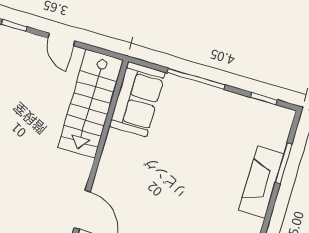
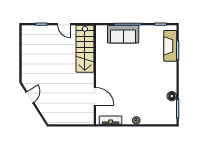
sofa: (137, 99) -> (123, 34), moved, turned 90
fireplace: (261, 182) -> (170, 46), moved

